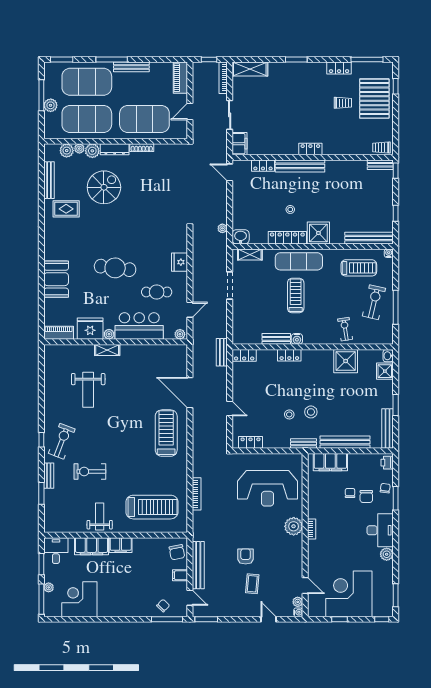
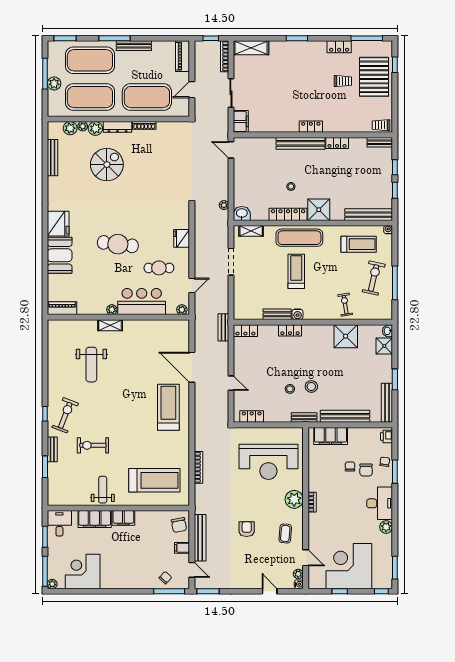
locker: (263, 166) -> (337, 143), moved
window: (396, 171) -> (395, 167), moved
rug: (66, 209) -> (69, 186), removed
fridge: (90, 329) -> (58, 224), moved, turned 90
coffee table: (252, 584) -> (285, 533), moved
plant: (49, 587) -> (52, 584), moved

